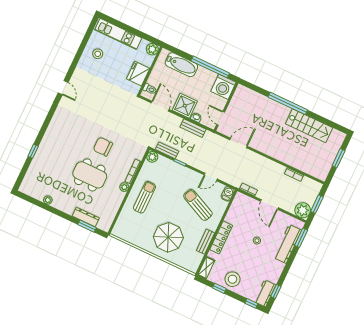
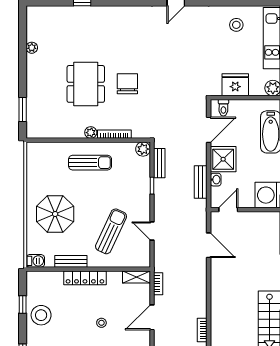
barbecue: (228, 194) -> (35, 261), moved
dresser: (86, 217) -> (33, 103), removed
shelving: (206, 268) -> (136, 277), moved

